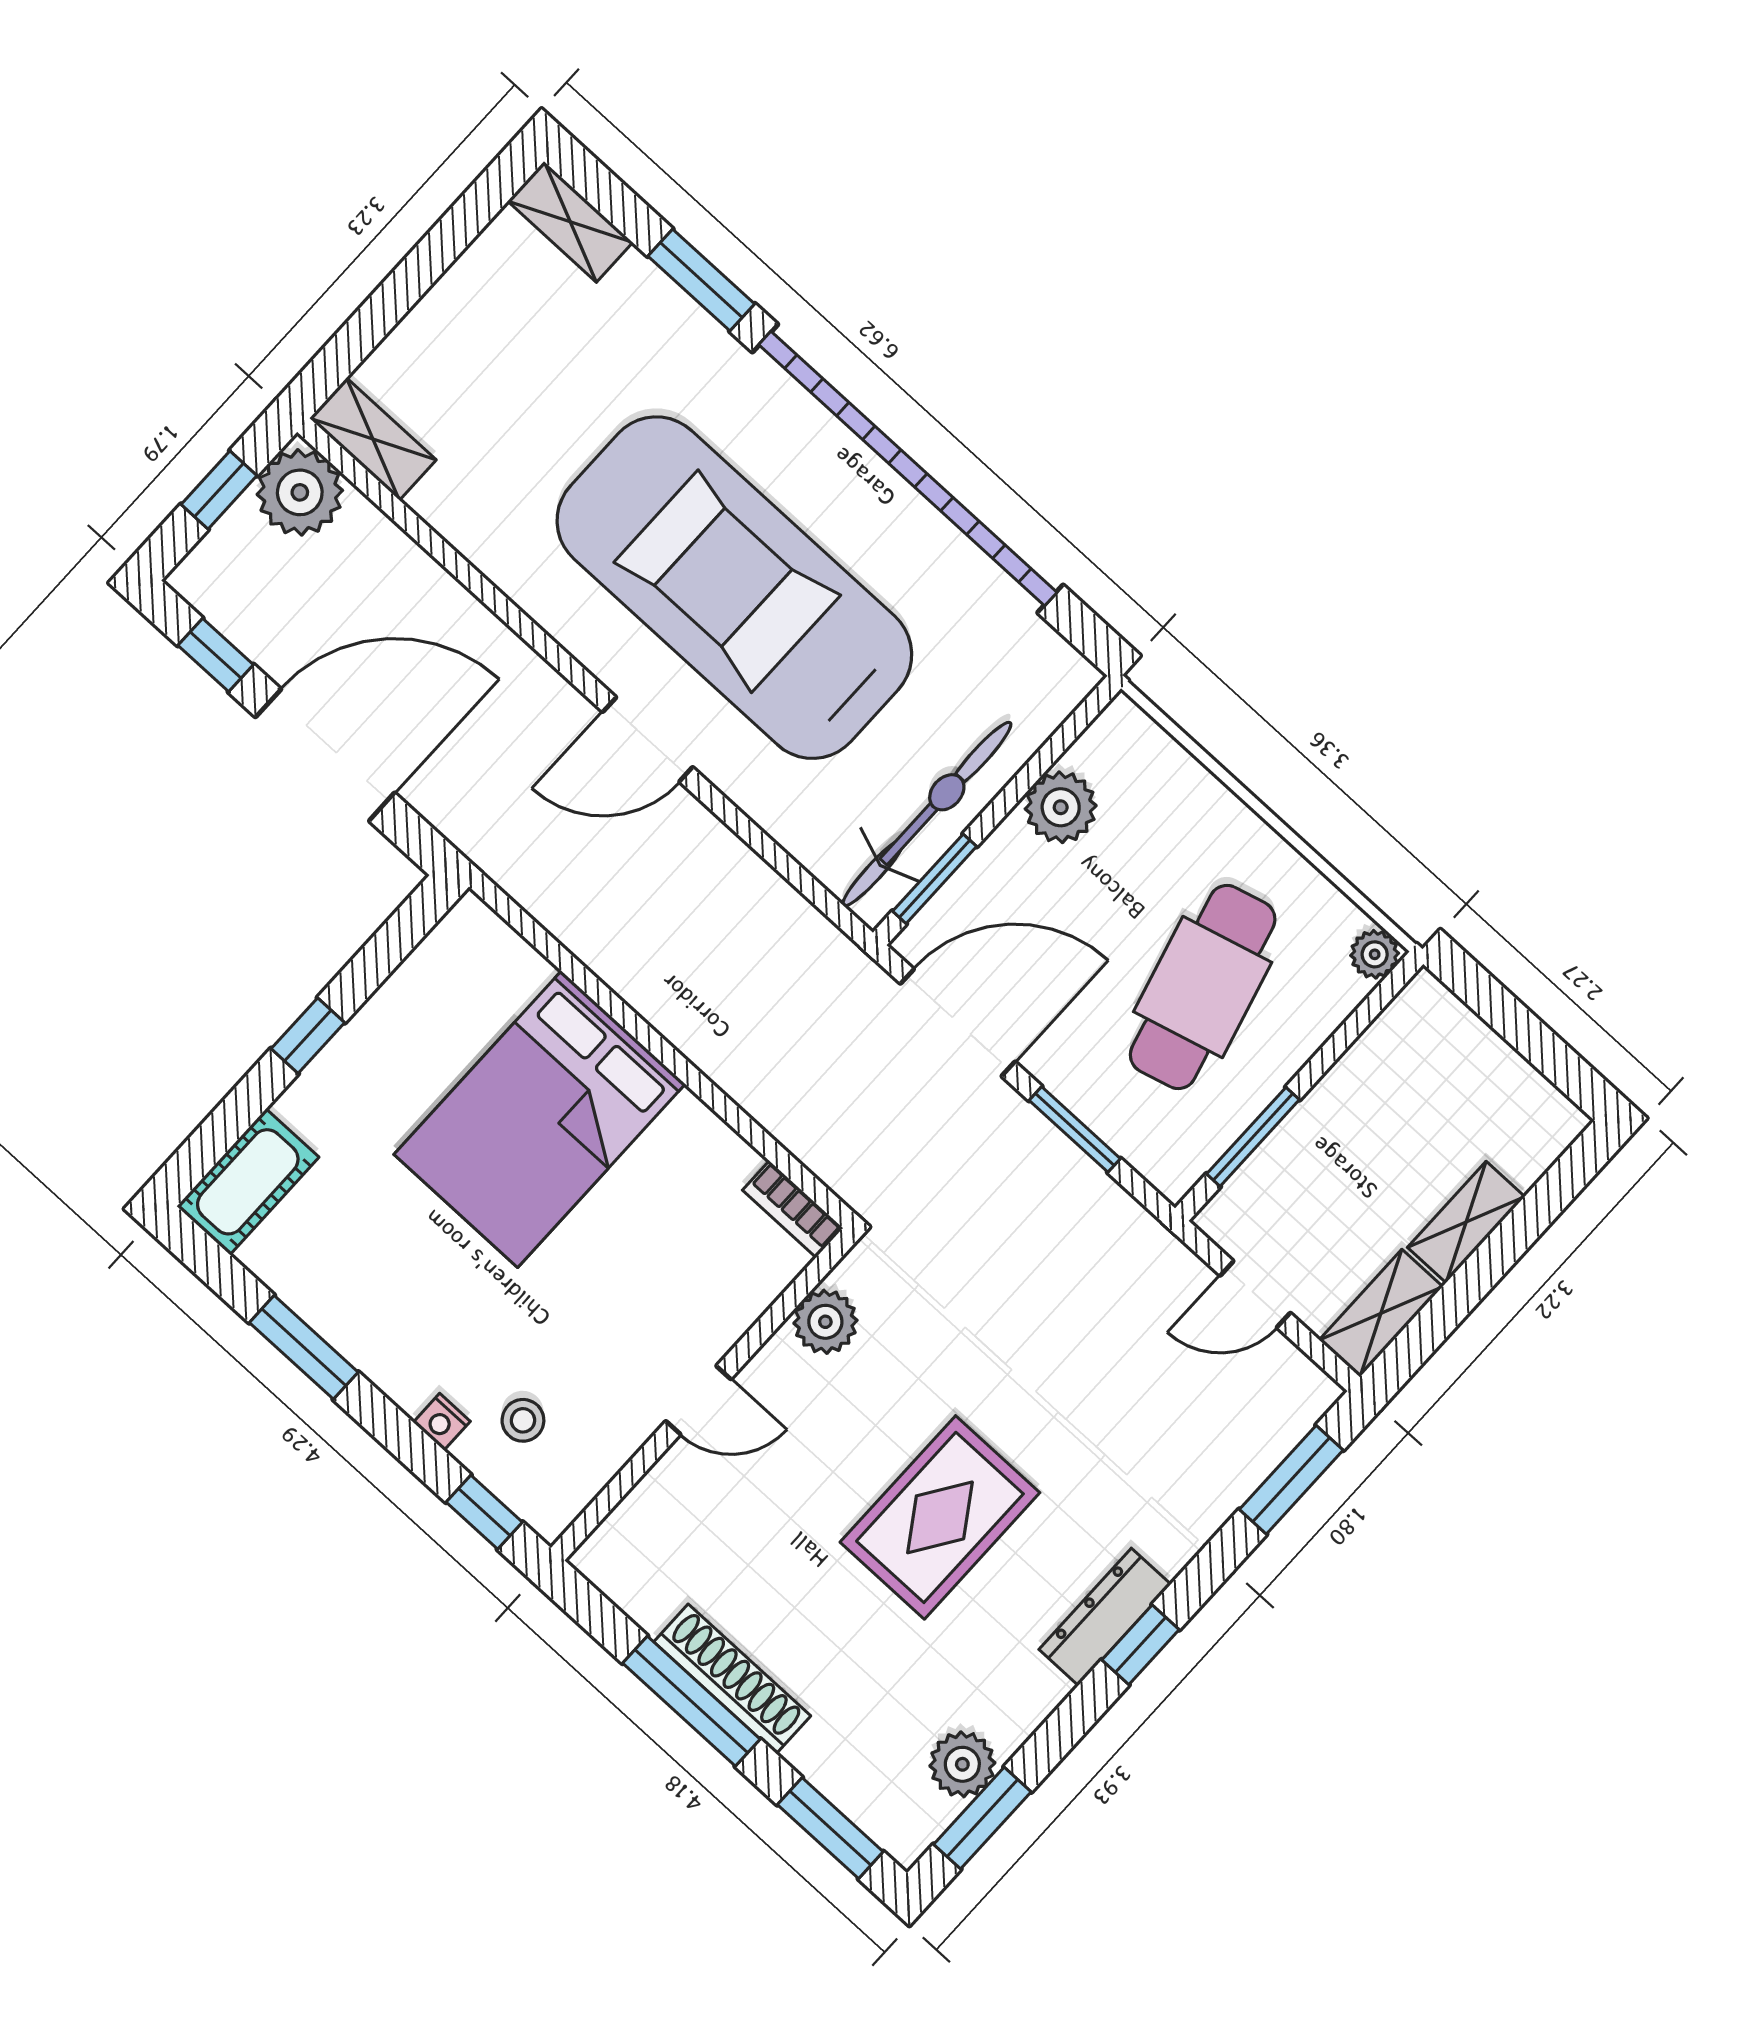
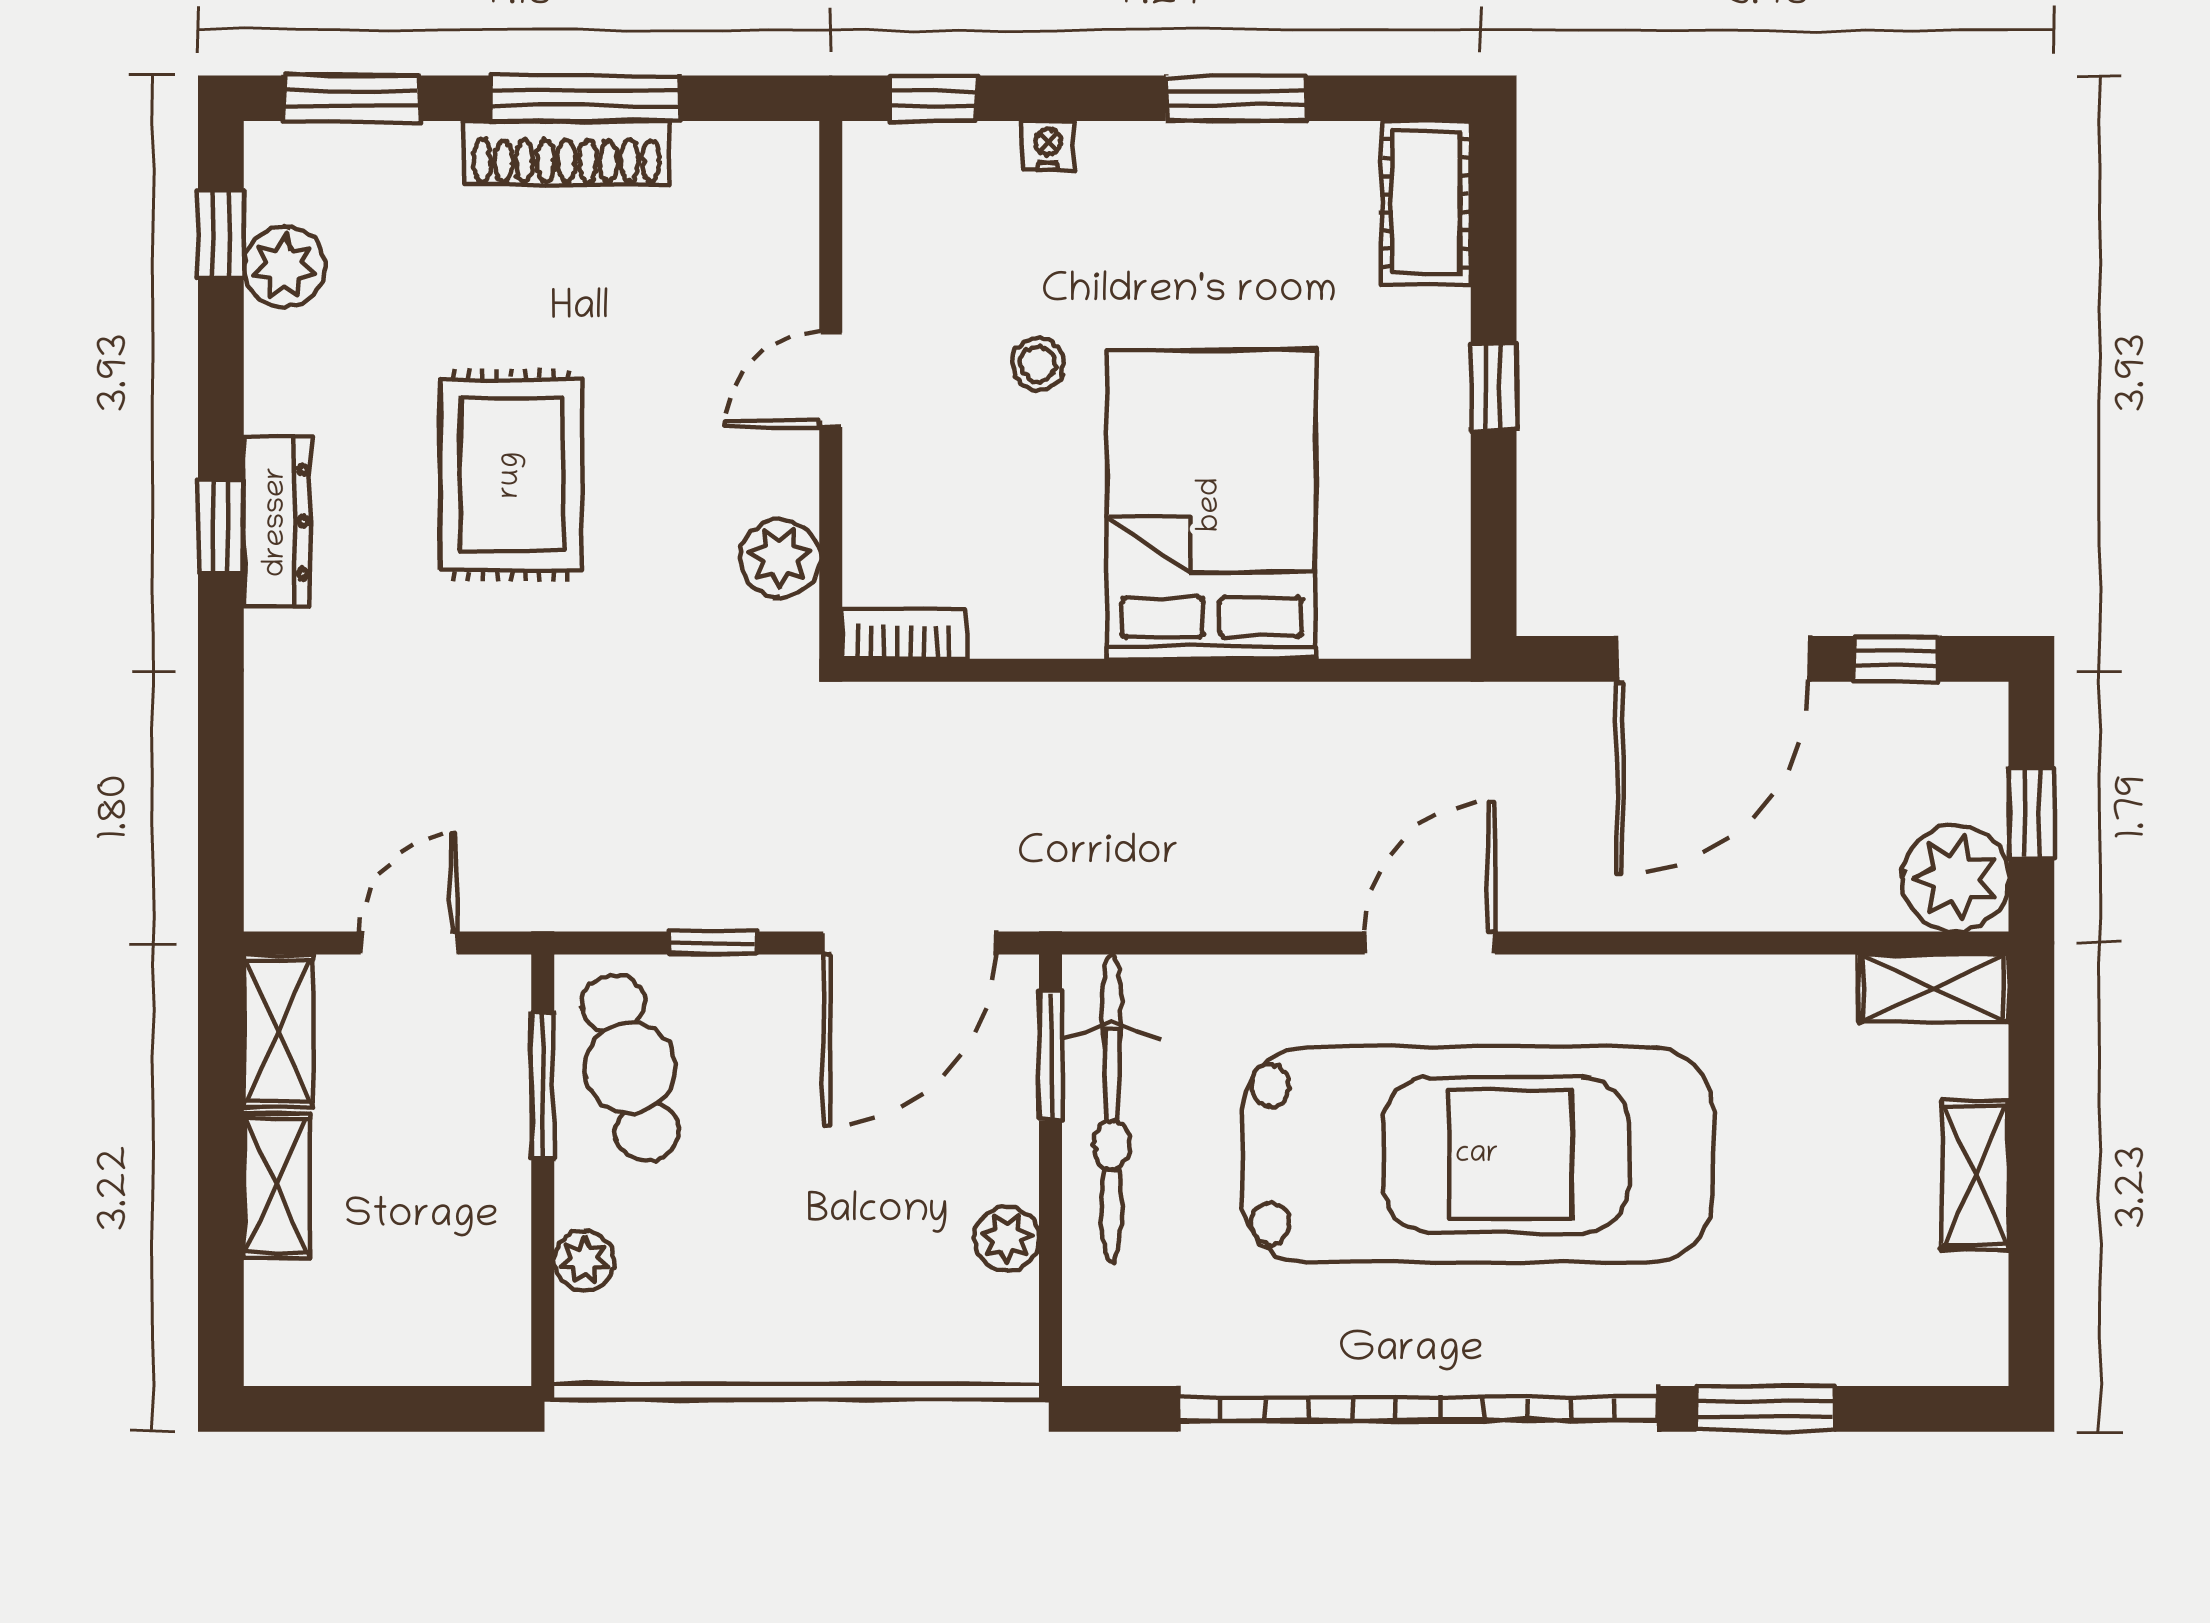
shelving: (570, 222) -> (1975, 1175), moved, turned 90
plant: (1061, 807) -> (1007, 1238), width x0.73, depth x0.73
plant: (1375, 954) -> (584, 1260), moved
cafe table: (1203, 987) -> (630, 1068), moved, width x0.73, depth x0.74
window: (1075, 1129) -> (712, 943), width x0.67
stool: (523, 1420) -> (1038, 364), moved
window: (1291, 1480) -> (221, 803), removed
window: (982, 1818) -> (221, 235), width x0.67

